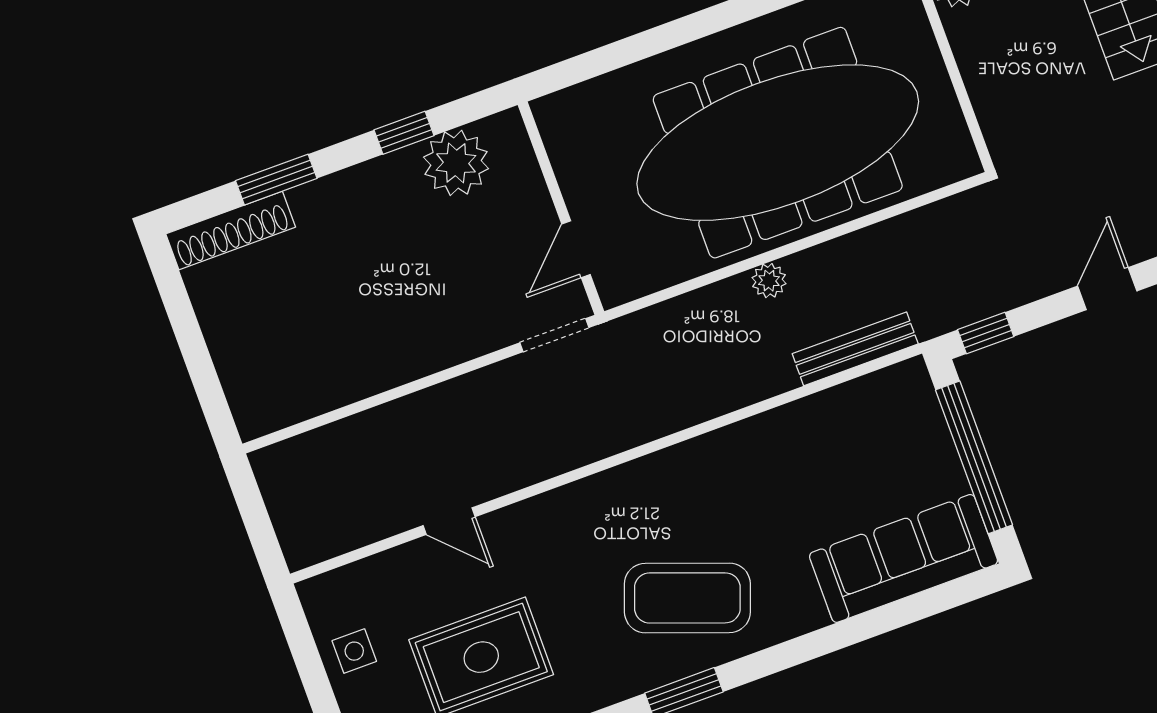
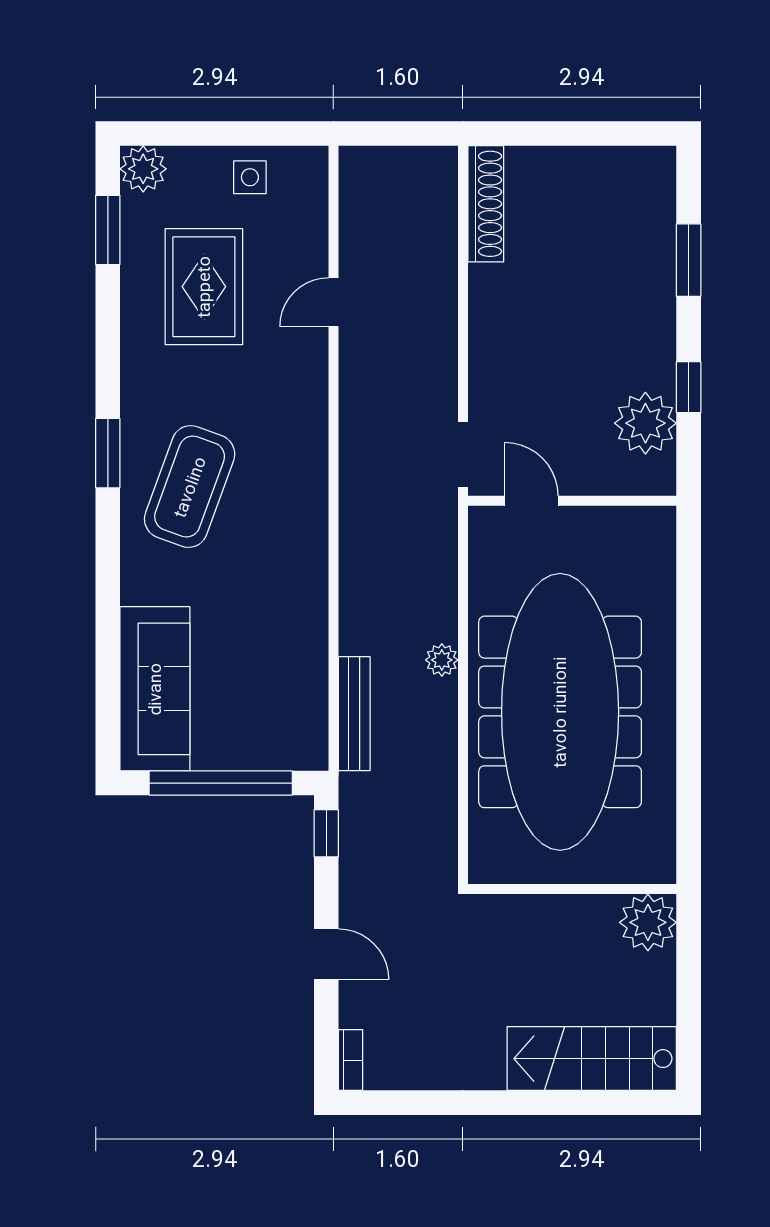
shoe rack: (231, 231) -> (486, 204), moved, turned 180

